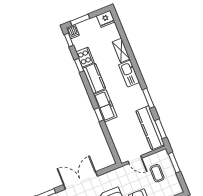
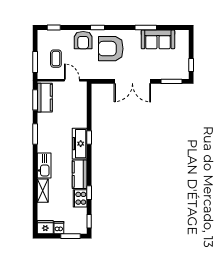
dishwasher: (73, 32) -> (59, 228), moved
kitchen counter: (150, 128) -> (45, 98), width x0.67

